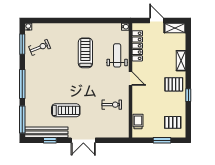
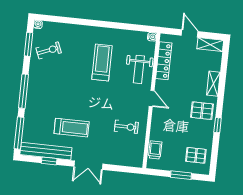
weight bench: (117, 55) -> (139, 69), turned 180

